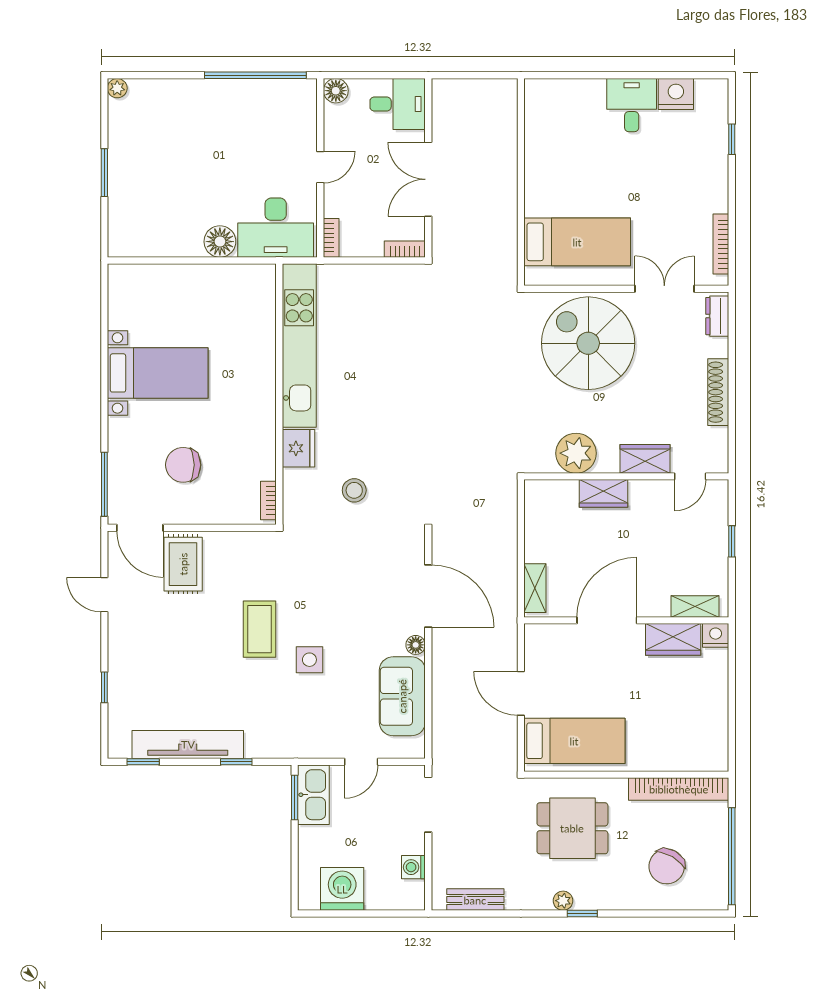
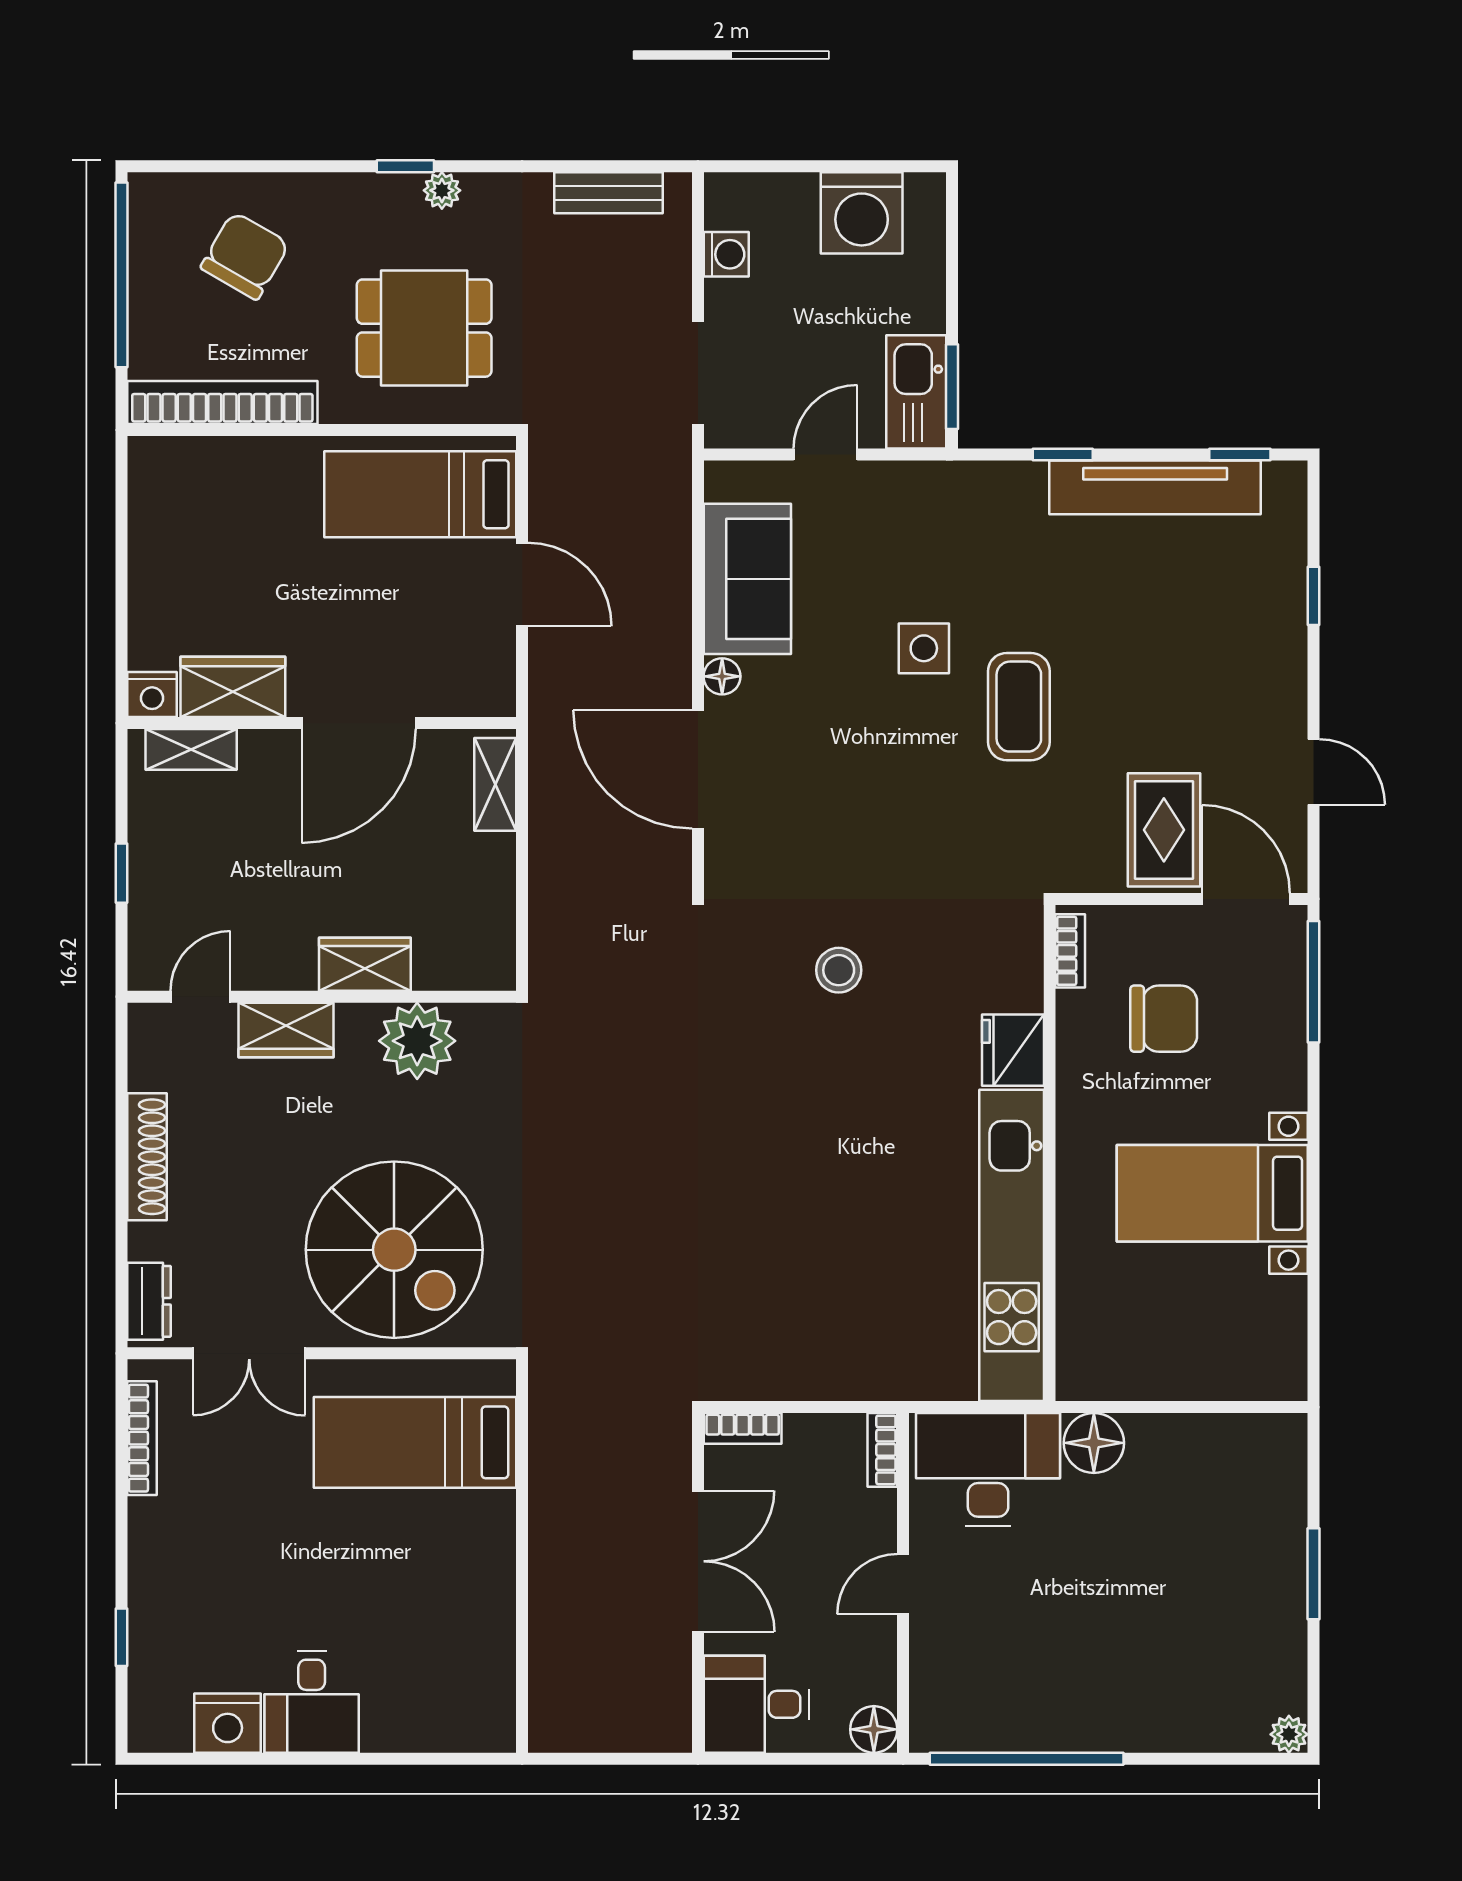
kitchen unit: (299, 345) -> (1012, 1245), moved
wall: (279, 394) -> (1050, 1153), moved
fridge: (298, 448) -> (1013, 1050), moved
bookcase: (268, 500) -> (1070, 951), moved

